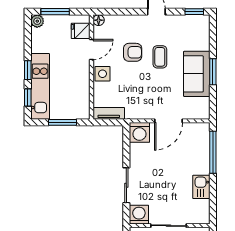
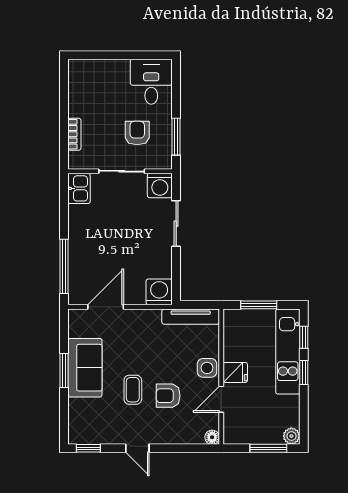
fridge: (81, 31) -> (235, 372), moved
tv unit: (109, 113) -> (191, 317), width x1.41
door: (169, 121) -> (106, 307), moved
kitchen sink: (201, 187) -> (79, 188), moved

